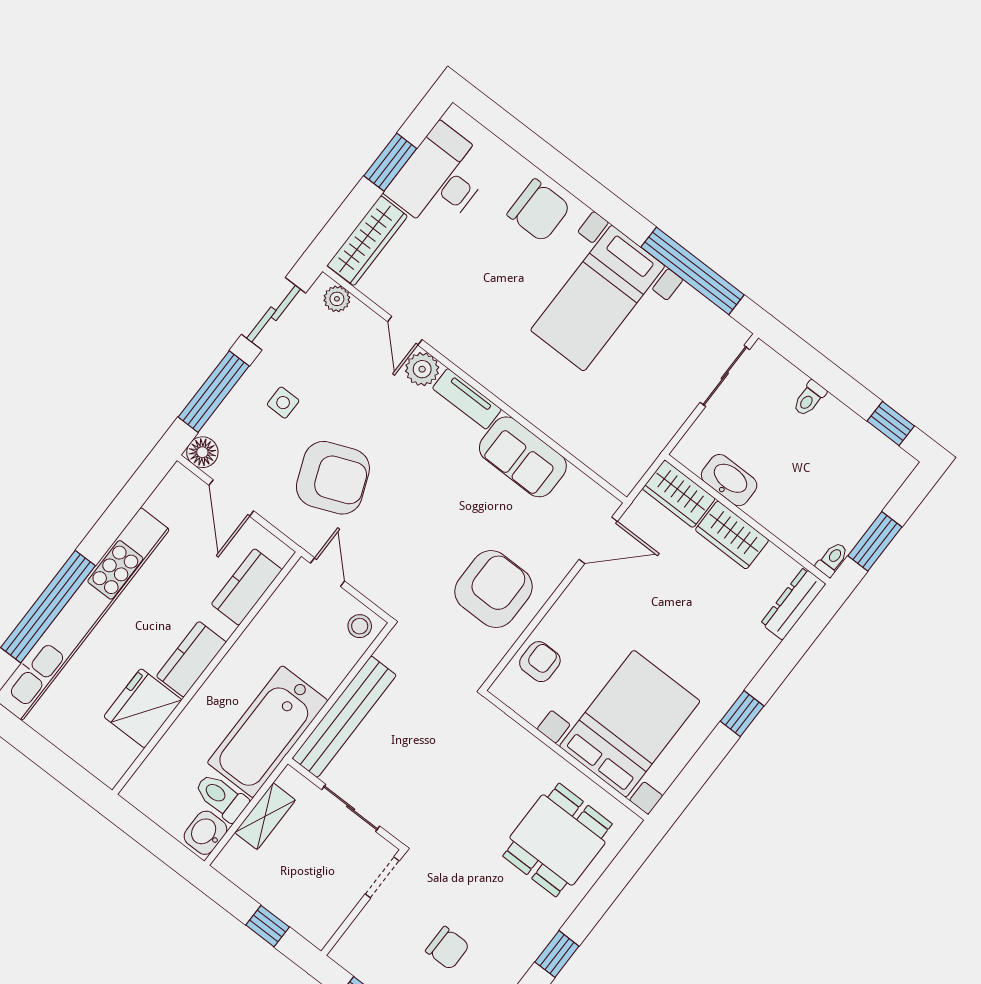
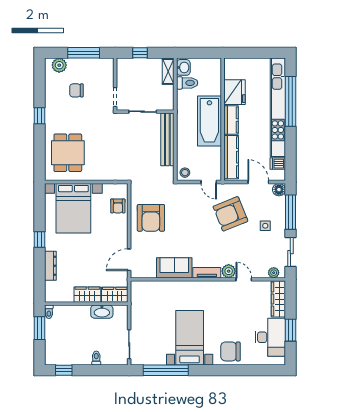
dishwasher: (166, 505) -> (278, 164), added
kitchen counter: (247, 587) -> (231, 157), width x1.50
dresser: (793, 604) -> (50, 266), moved
bathtub: (268, 732) -> (209, 121), moved, turned 180
shelving: (265, 816) -> (168, 71), moved

